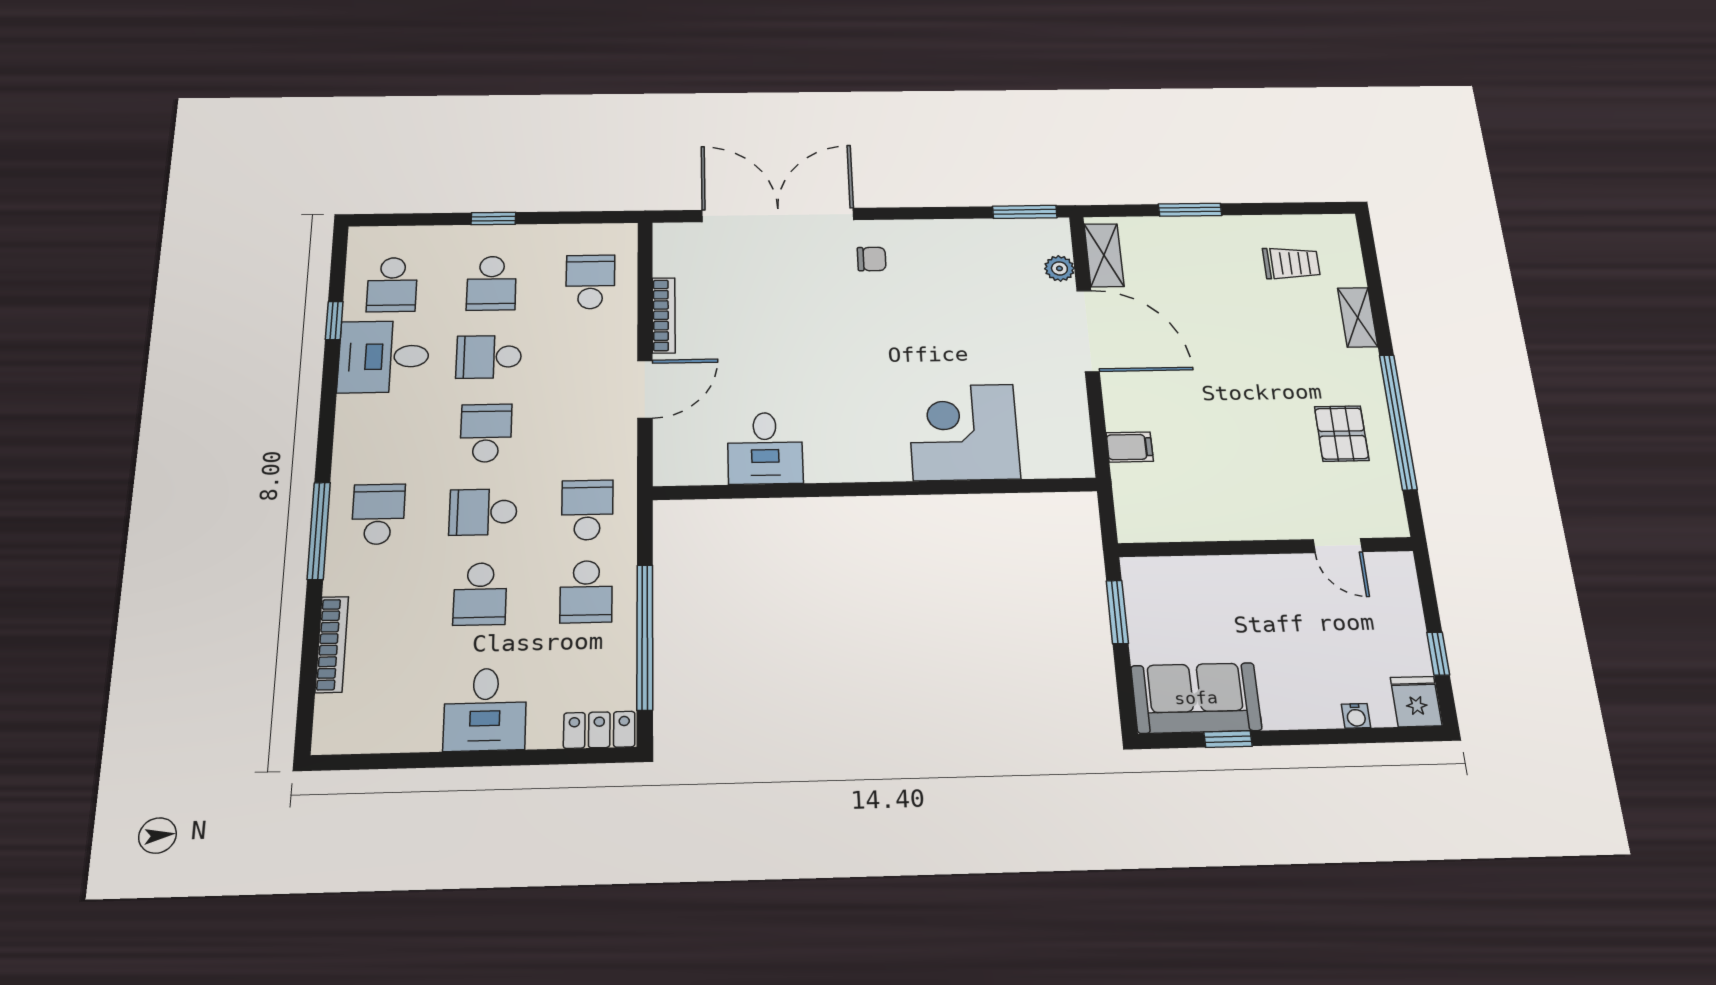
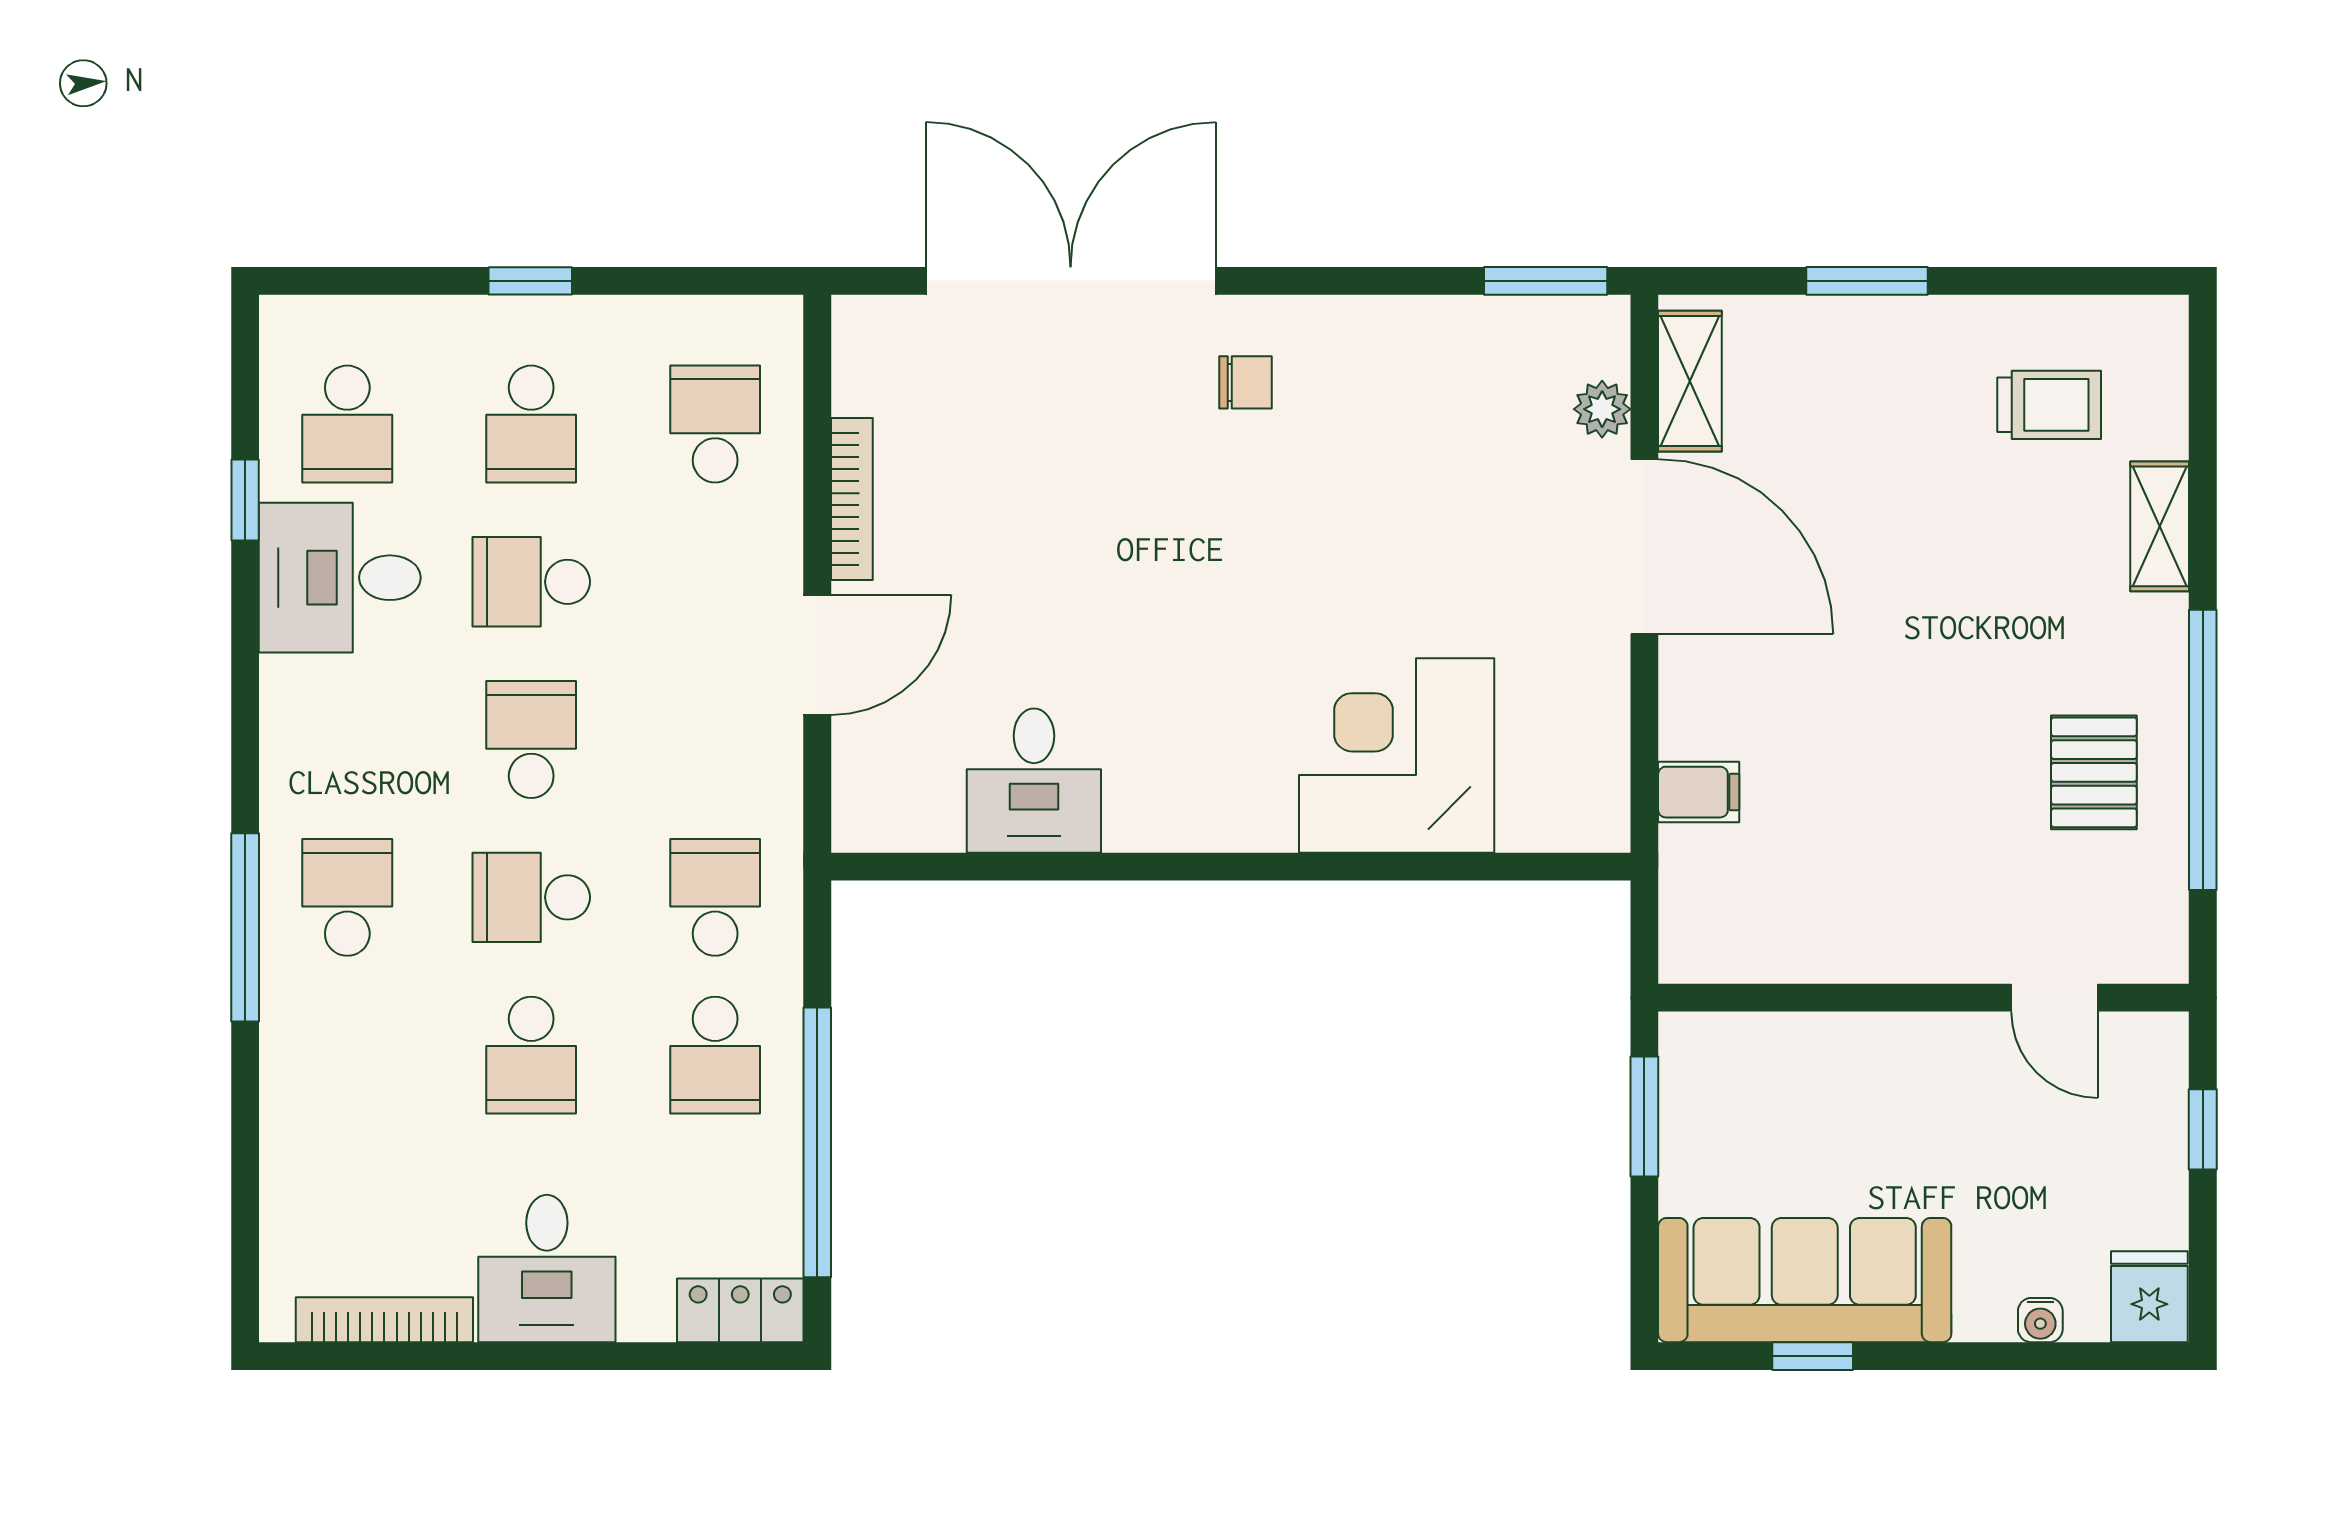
bookcase: (332, 644) -> (384, 1320), moved, turned -90
window: (1438, 654) -> (2203, 1129), moved
sofa: (1196, 698) -> (1805, 1280), width x1.36

